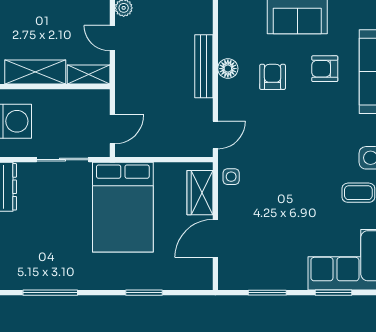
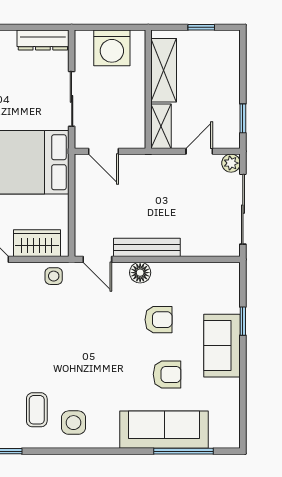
bench: (204, 66) -> (147, 247), moved
floor lamp: (228, 69) -> (140, 273), moved
armchair: (325, 69) -> (167, 374), turned 90

